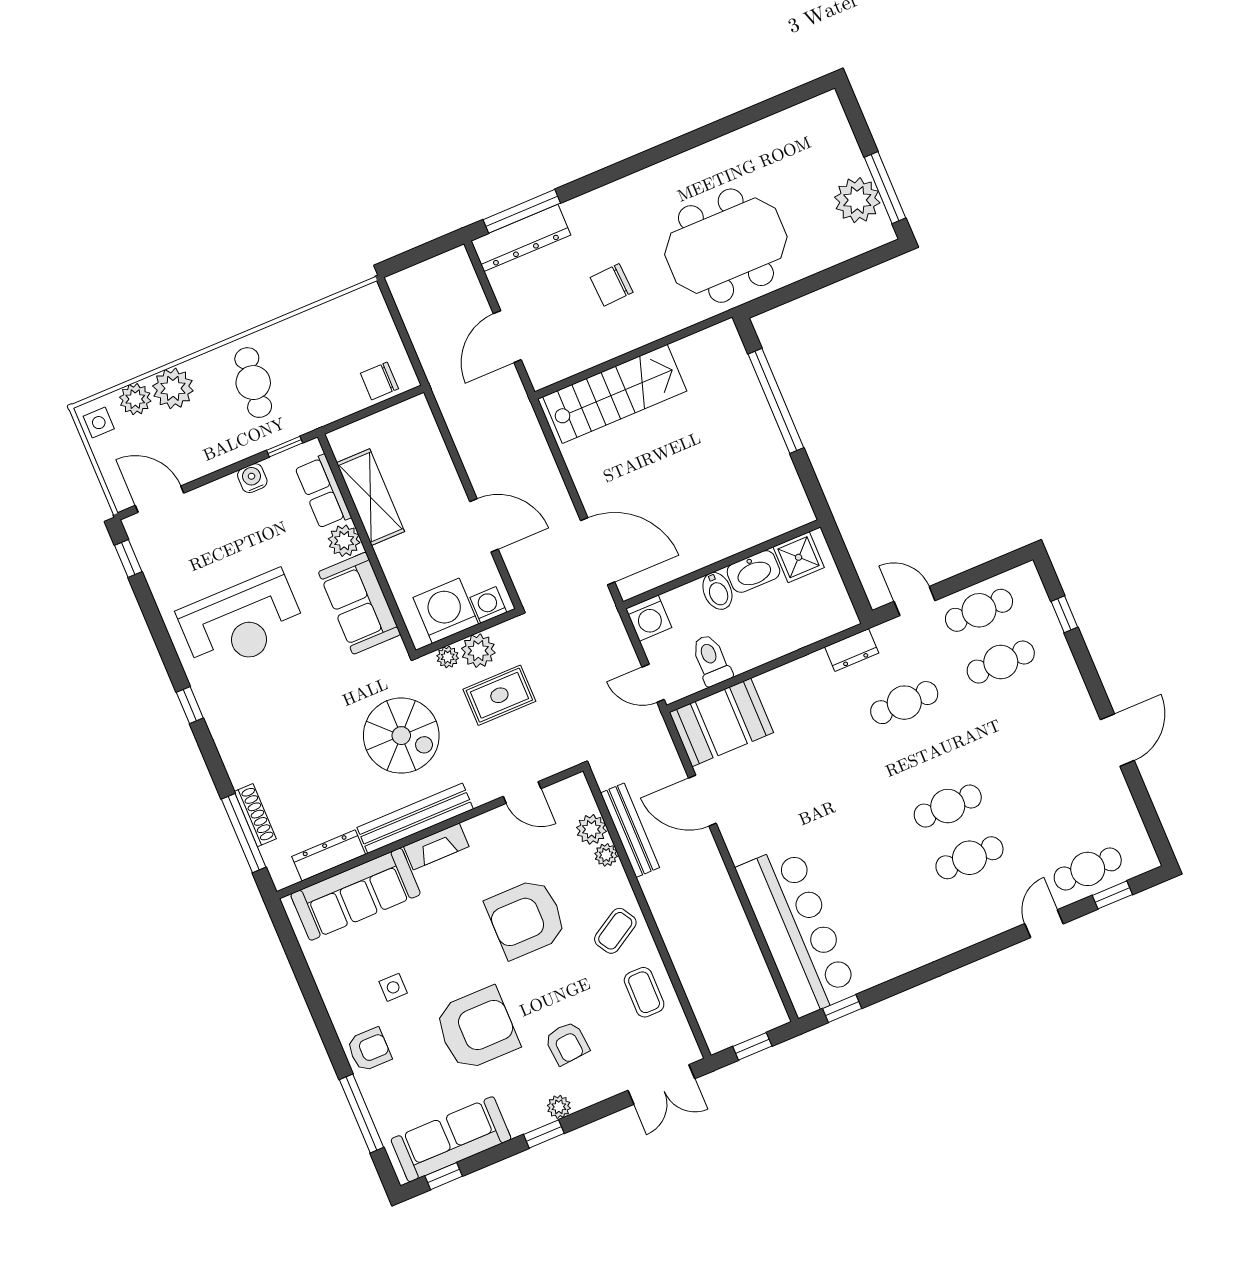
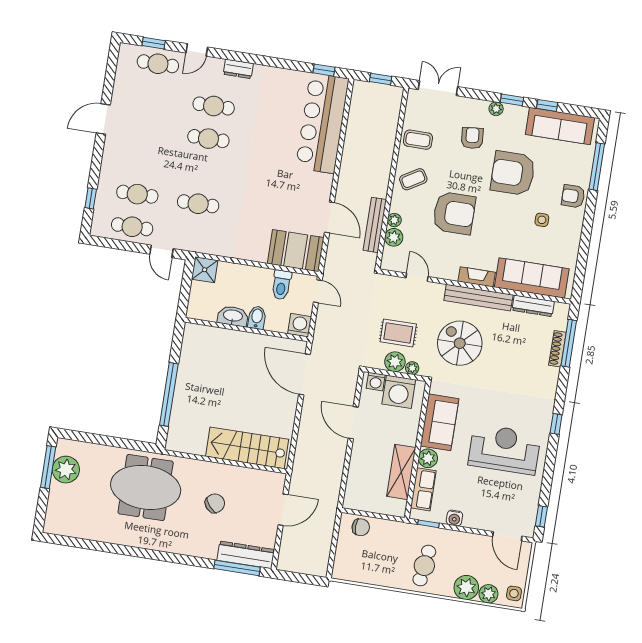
chair: (612, 285) -> (215, 503), turned -38
shower: (799, 557) -> (205, 270), moved
dresser: (852, 650) -> (238, 69), moved, turned 180
coffee table: (644, 992) -> (418, 140), turned 90
window: (444, 1176) -> (547, 105), moved

